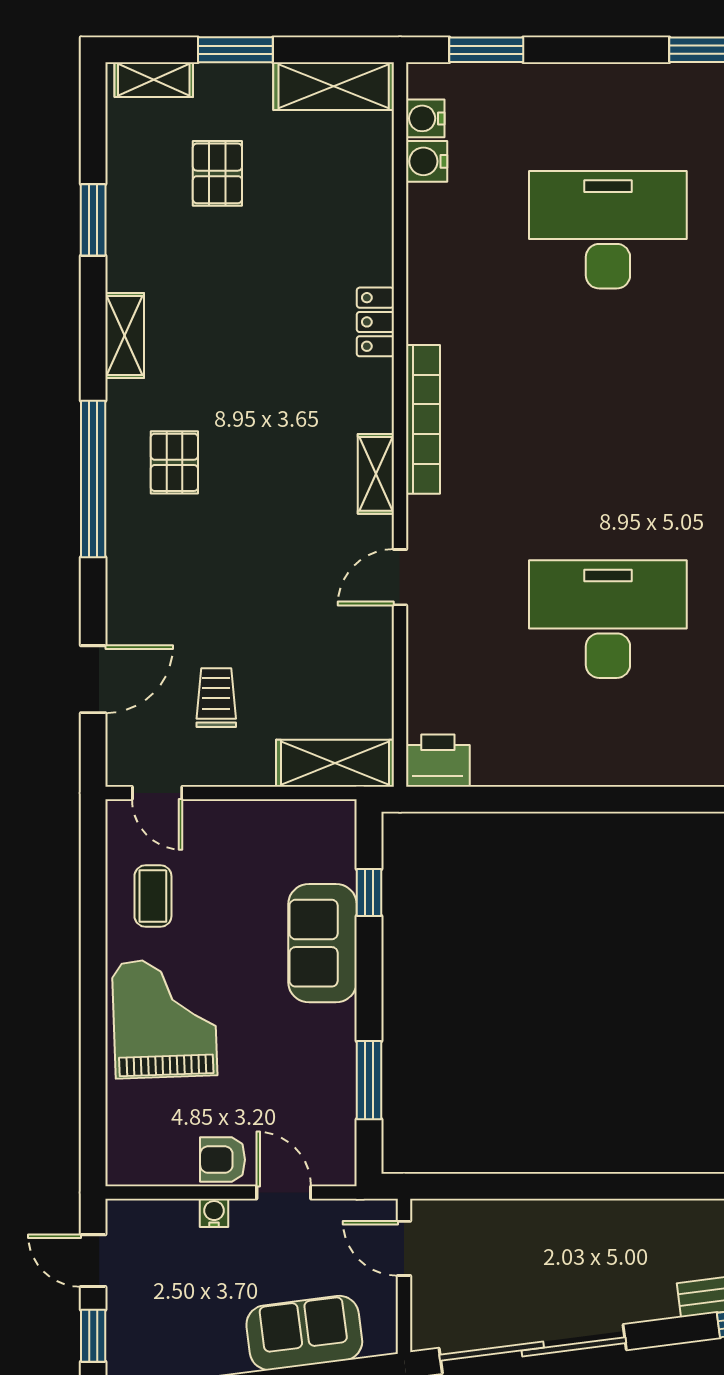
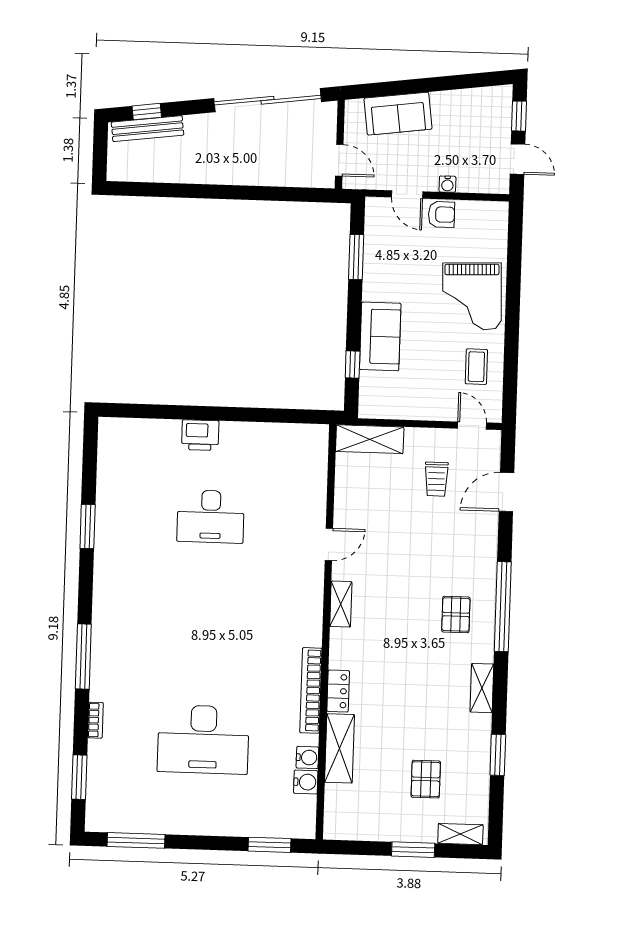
shelving: (334, 86) -> (339, 748), moved, turned 90
water cooler: (425, 118) -> (307, 757), moved
bookcase: (423, 419) -> (311, 690), moved
desk: (608, 619) -> (211, 517), width x0.73, depth x0.77
printer: (438, 761) -> (200, 435), moved

